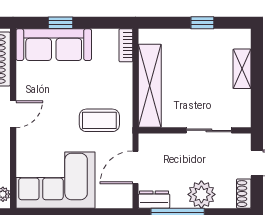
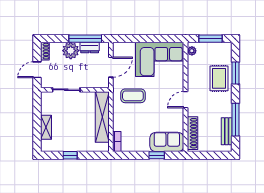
sofa: (54, 45) -> (167, 142), width x0.73
dresser: (154, 200) -> (90, 48), moved

